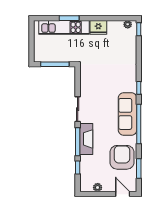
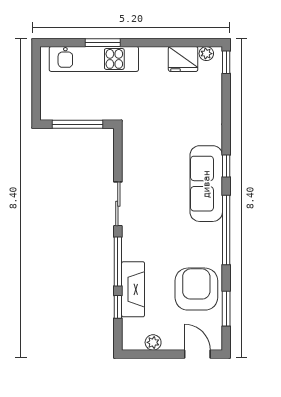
fridge: (98, 27) -> (183, 59), moved
sofa: (128, 114) -> (206, 184), moved
fireplace: (86, 139) -> (133, 289), moved

